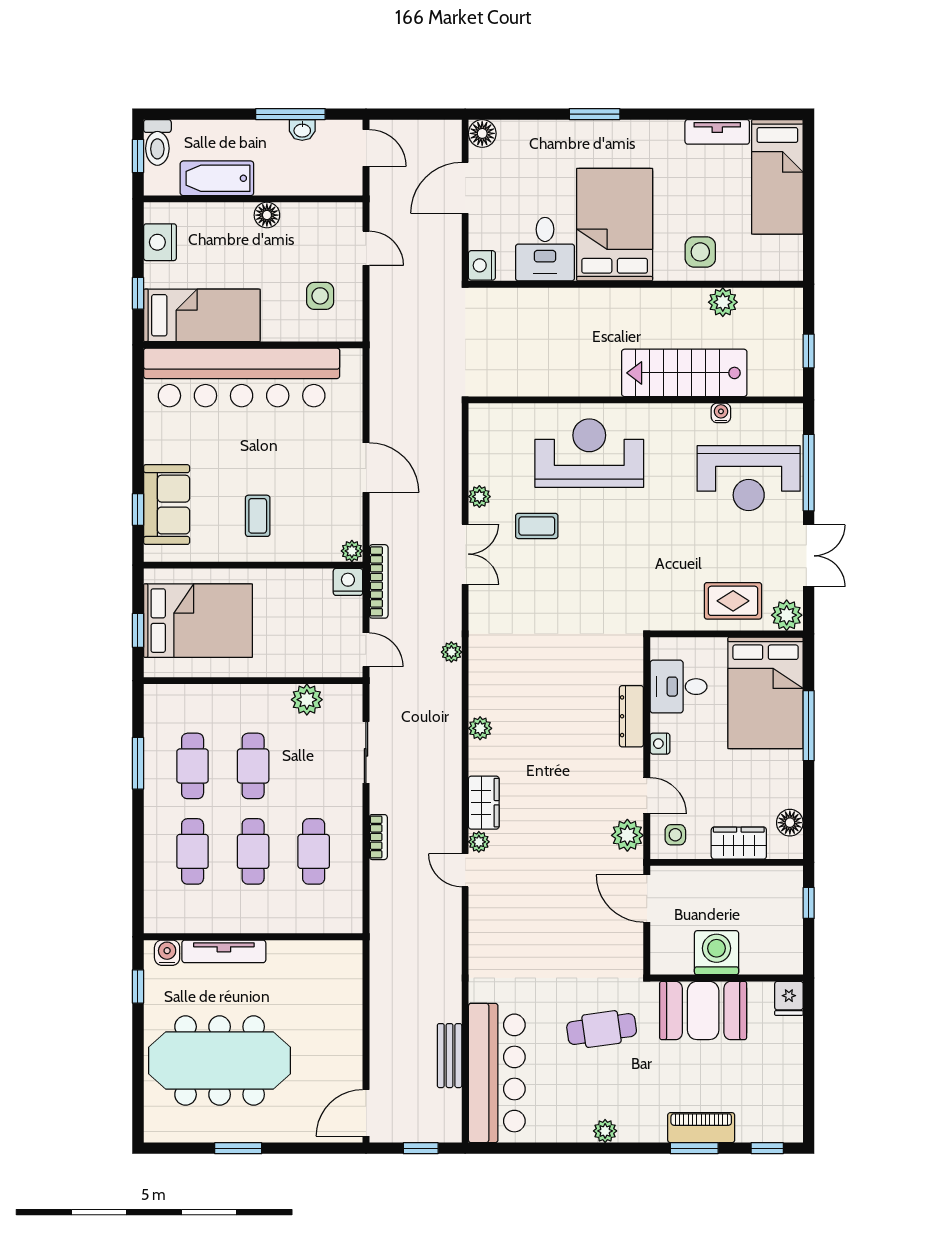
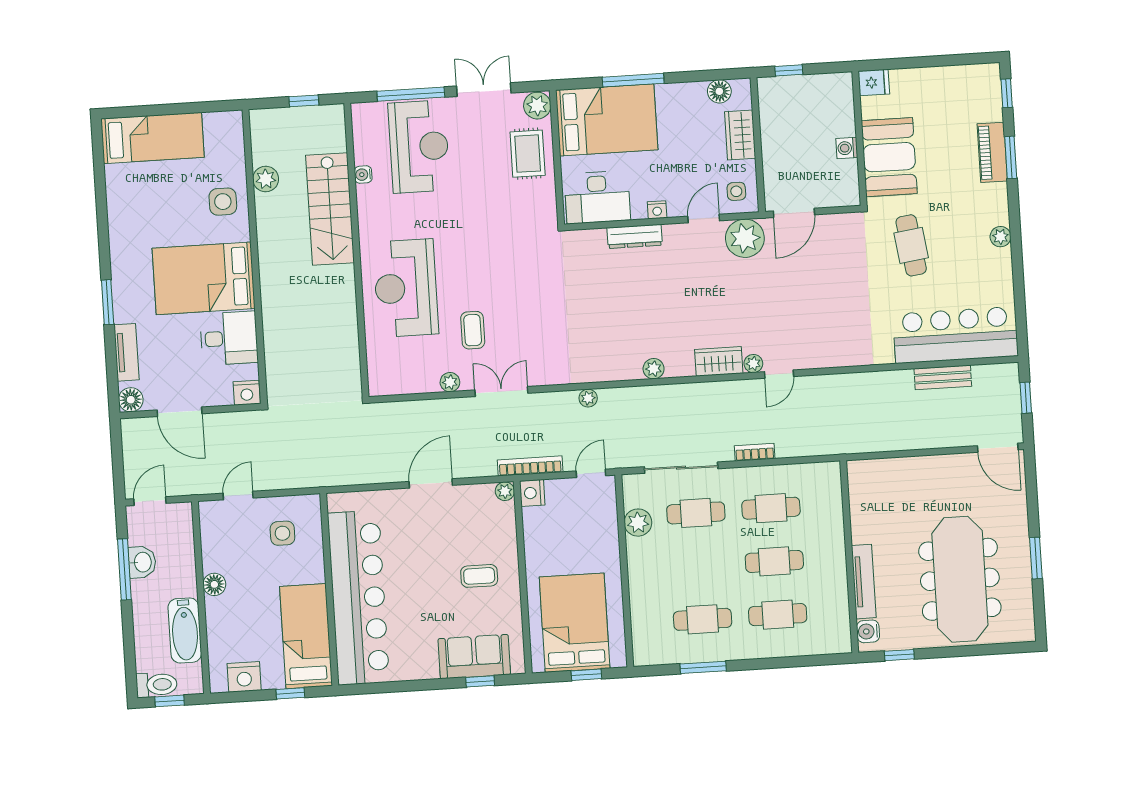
washbasin: (302, 130) -> (142, 562), width x1.38, depth x1.45
tv unit: (717, 132) -> (126, 352), moved
desk: (678, 687) -> (597, 197), width x1.37
sliding door: (366, 752) -> (681, 468), width x1.37
cafe table: (253, 766) -> (696, 513), moved
plant: (627, 835) -> (745, 238), width x1.36, depth x1.36
washing machine: (717, 953) -> (847, 148), width x0.53, depth x0.53

